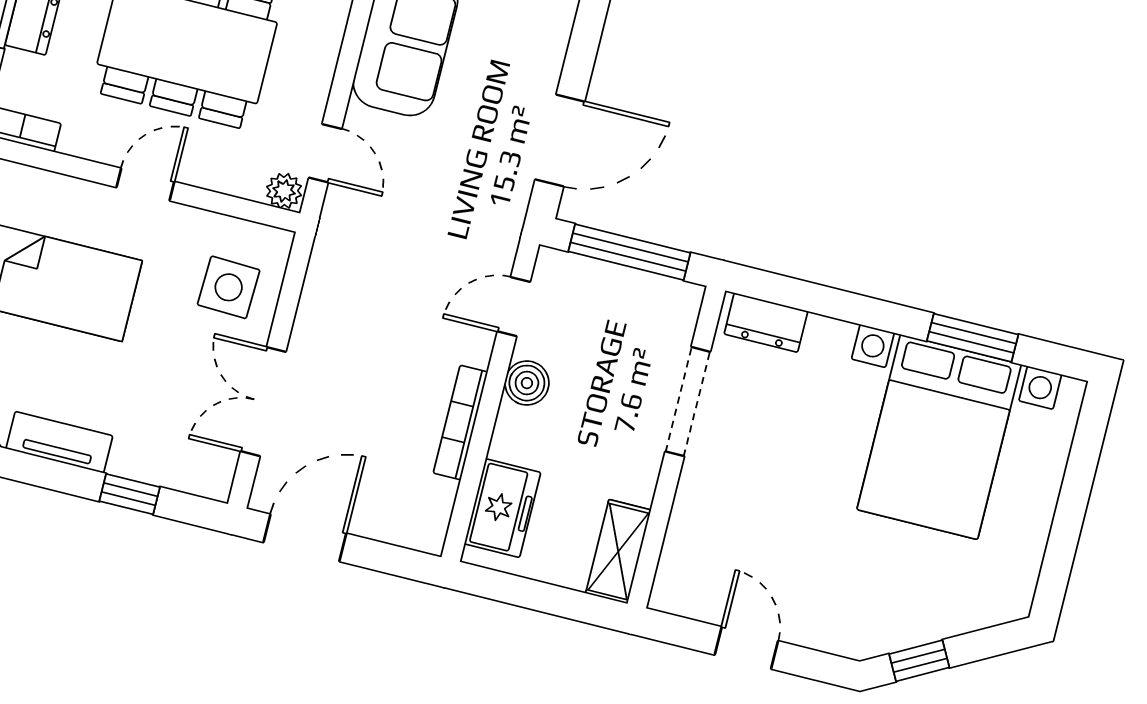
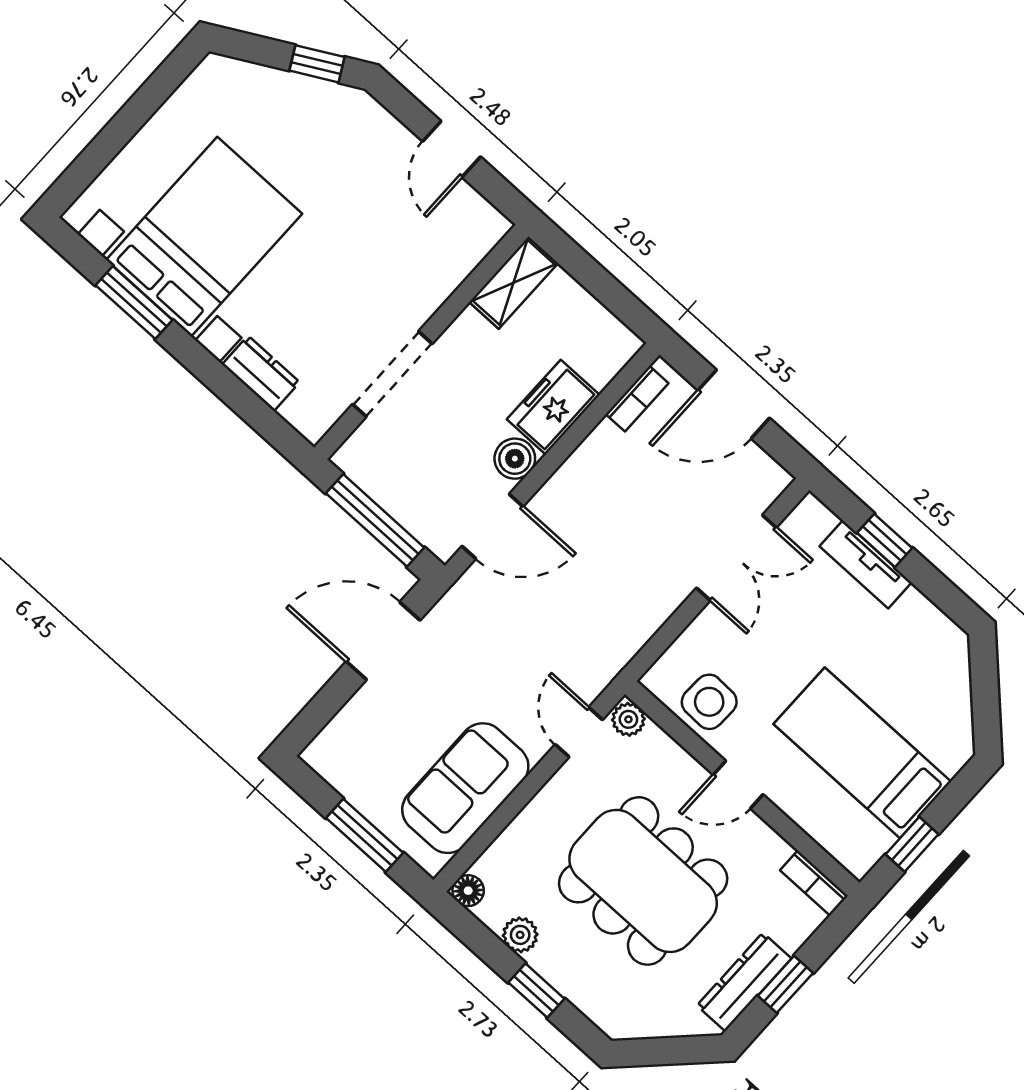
side table: (229, 287) -> (709, 702), moved
door: (514, 307) -> (492, 526), width x1.38
dresser: (766, 323) -> (261, 373), moved
bookcase: (460, 422) -> (637, 399), moved, width x0.64
tv unit: (59, 442) -> (866, 564), moved
freezer: (503, 508) -> (553, 407), moved
door: (305, 538) -> (734, 404), moved

